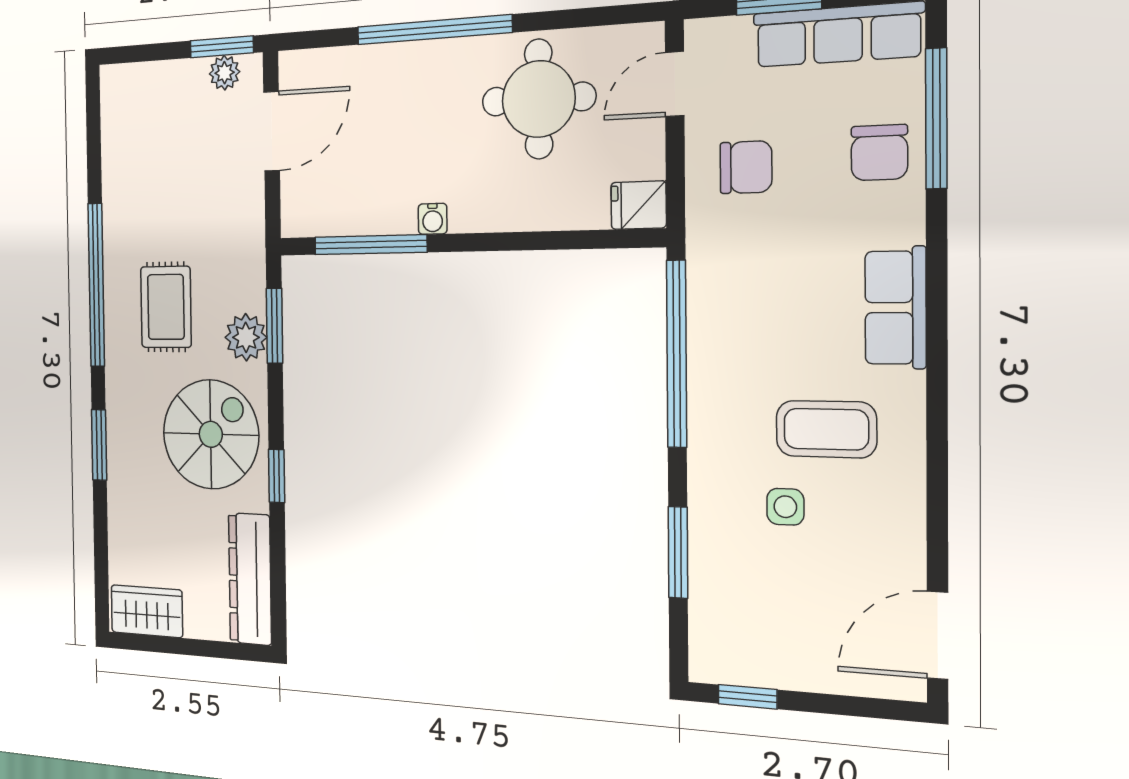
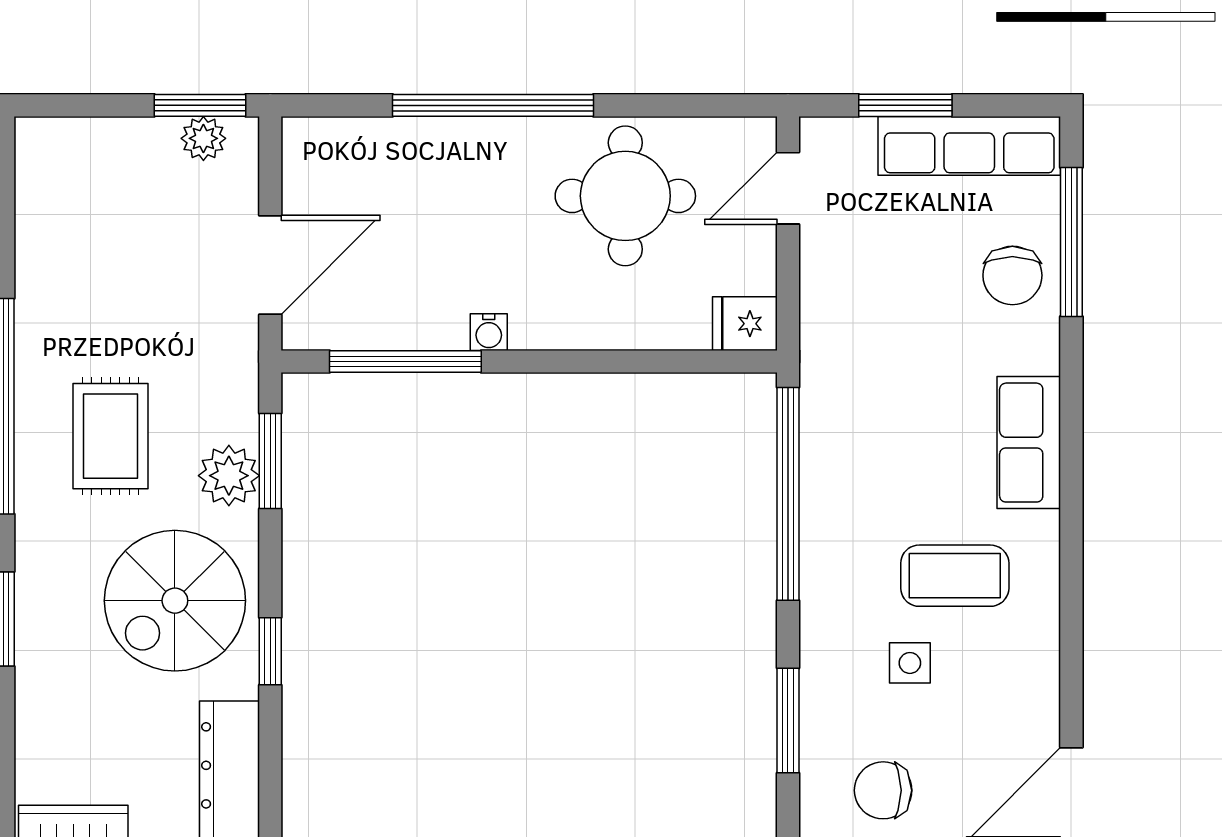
door: (272, 131) -> (270, 265), moved
chair: (746, 167) -> (883, 790), moved, turned 180
spiral stairs: (211, 434) -> (175, 601), turned 180

